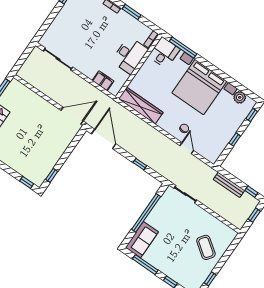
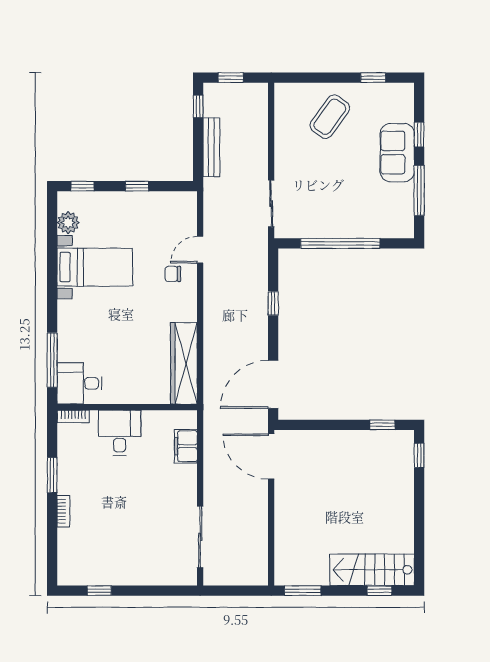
desk: (130, 55) -> (120, 433), width x0.73
bed with nightstands: (199, 87) -> (95, 267), width x0.54
sofa: (142, 240) -> (397, 153), moved, turned -90

